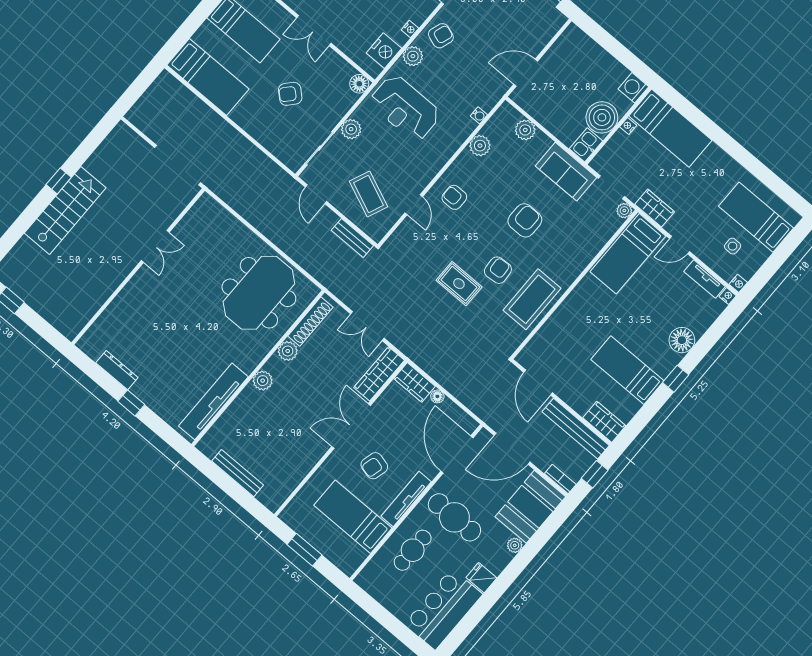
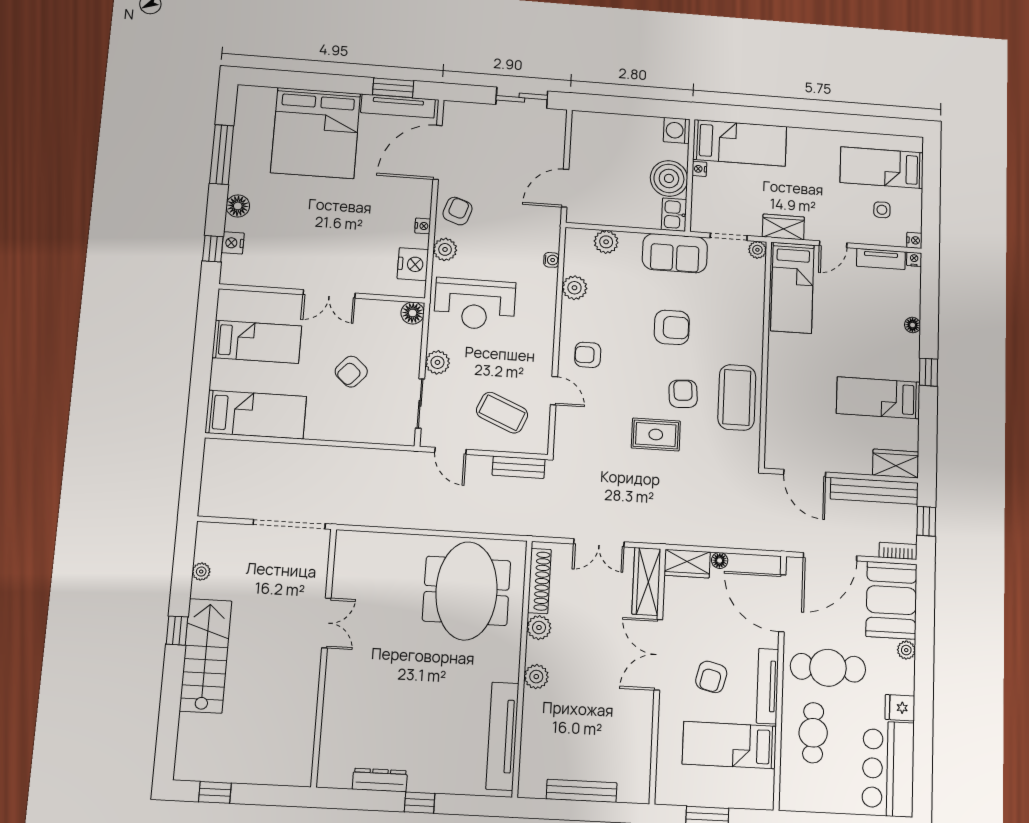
plant: (100, 154) -> (201, 572), added
armchair: (525, 220) -> (672, 327), turned 90
floor lamp: (682, 340) -> (913, 325), width x0.53, depth x0.53

